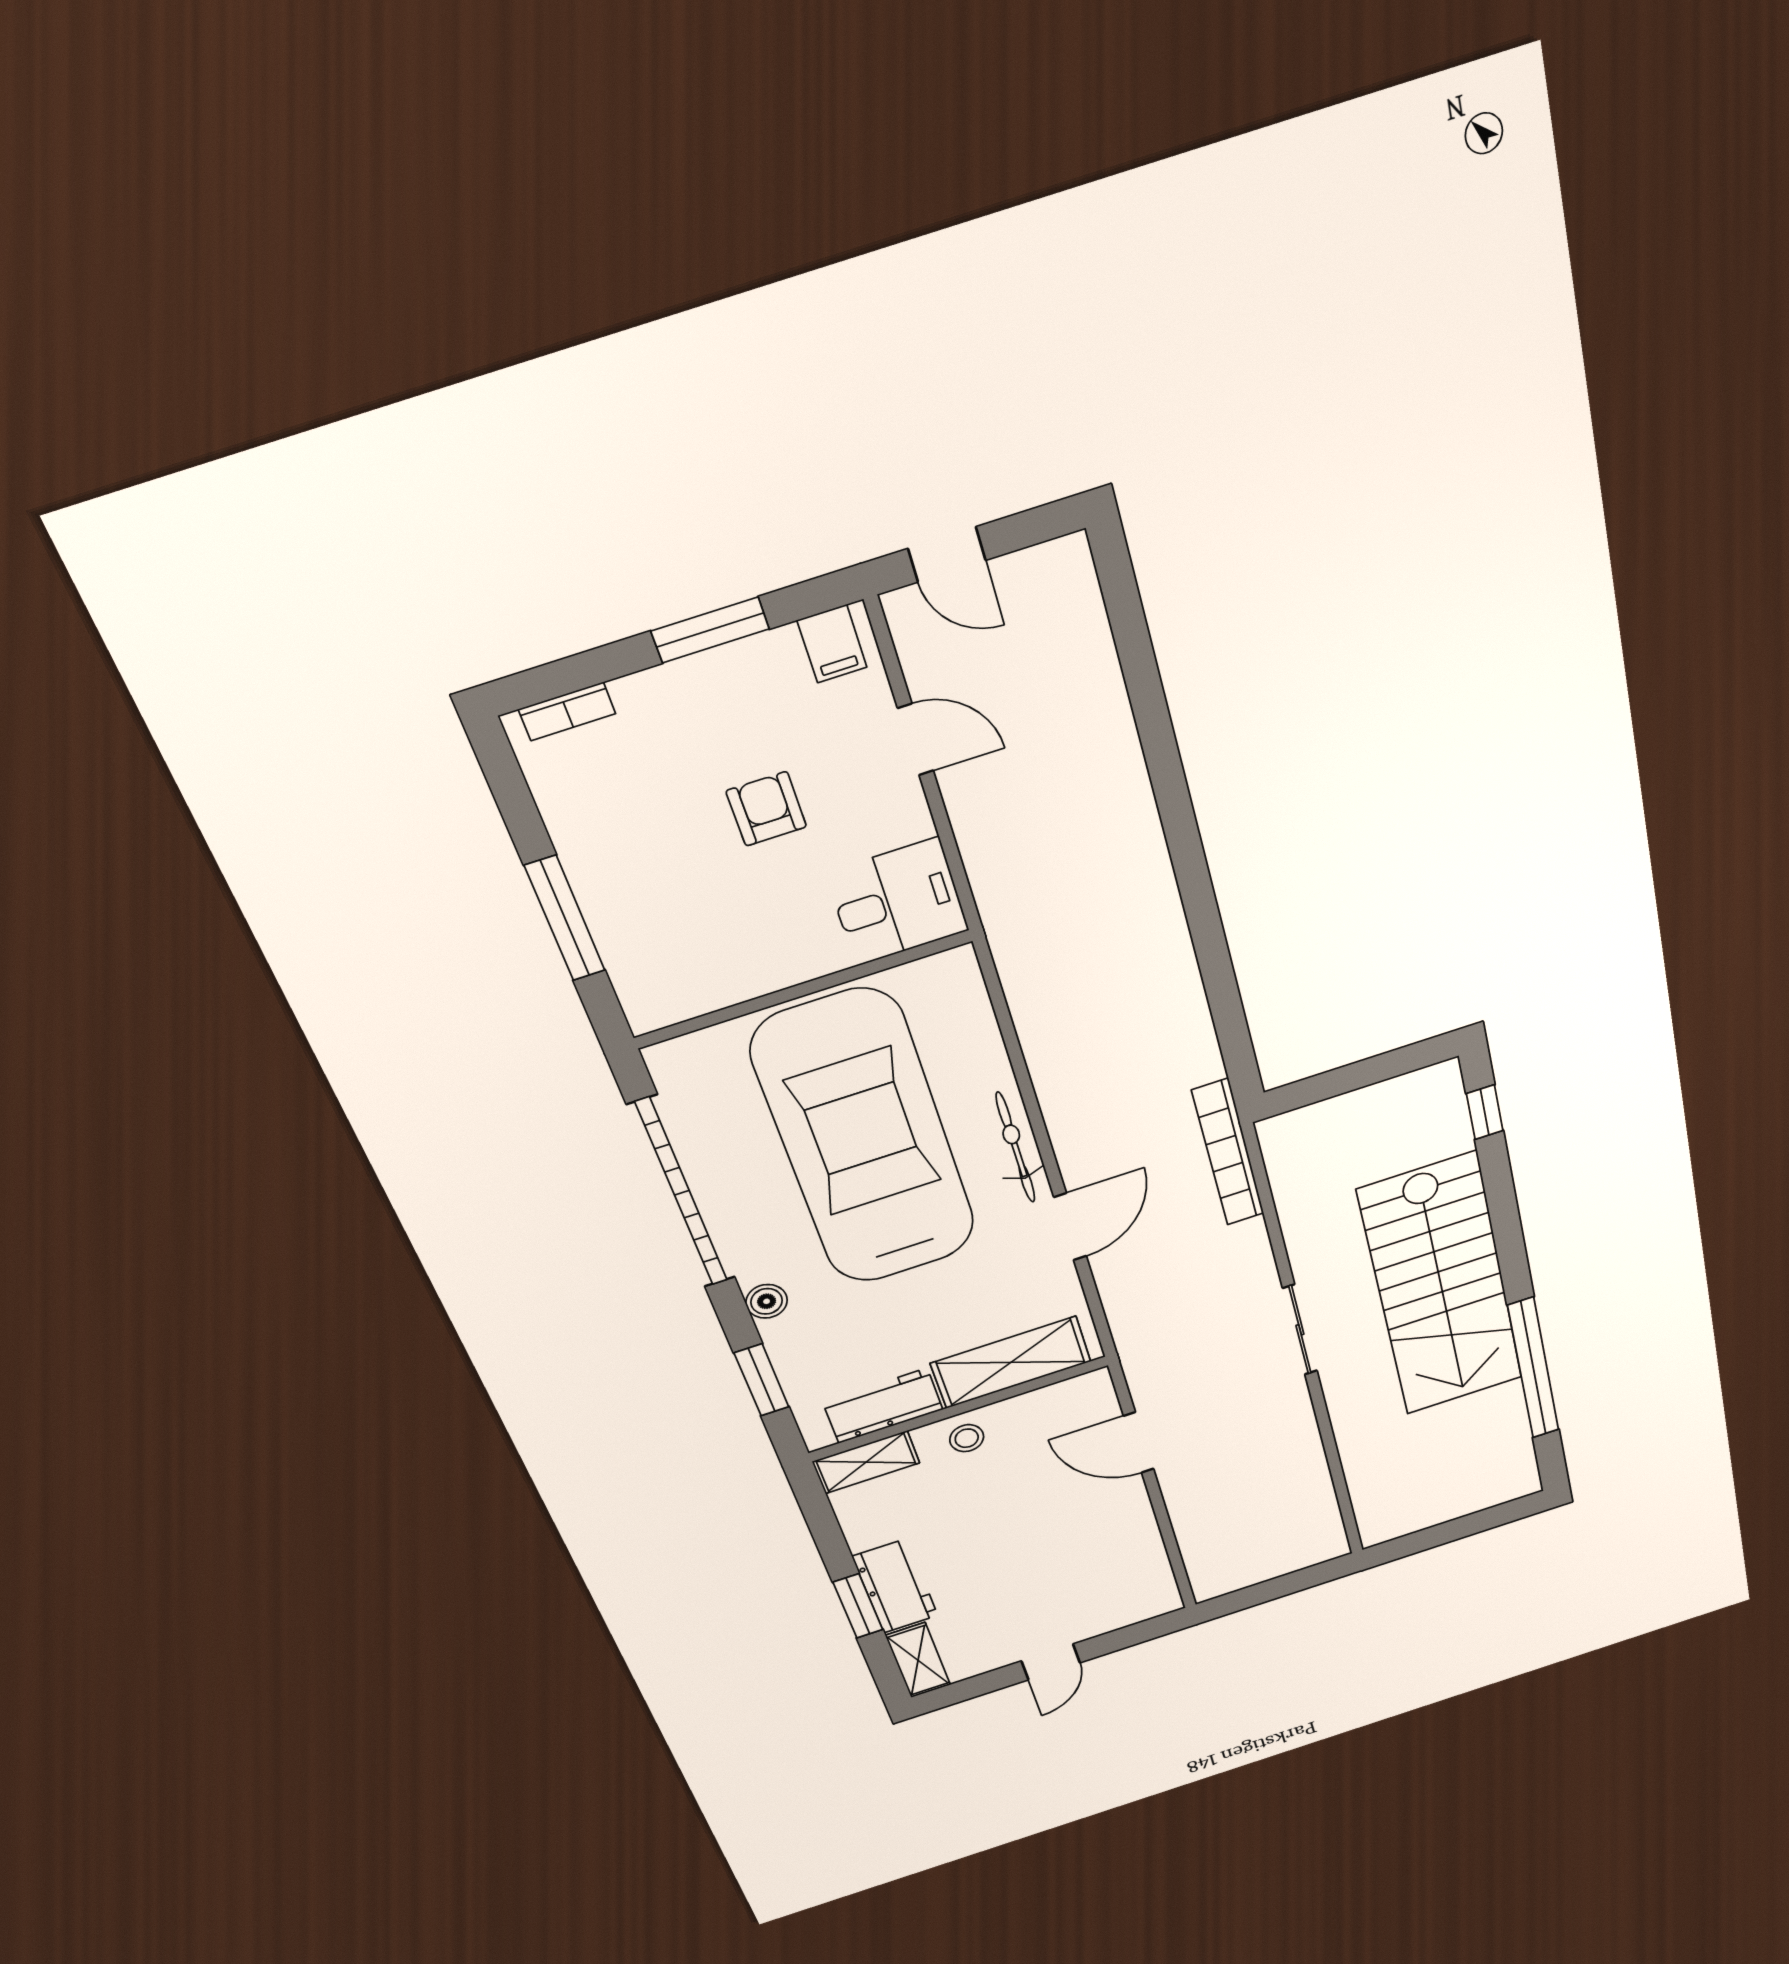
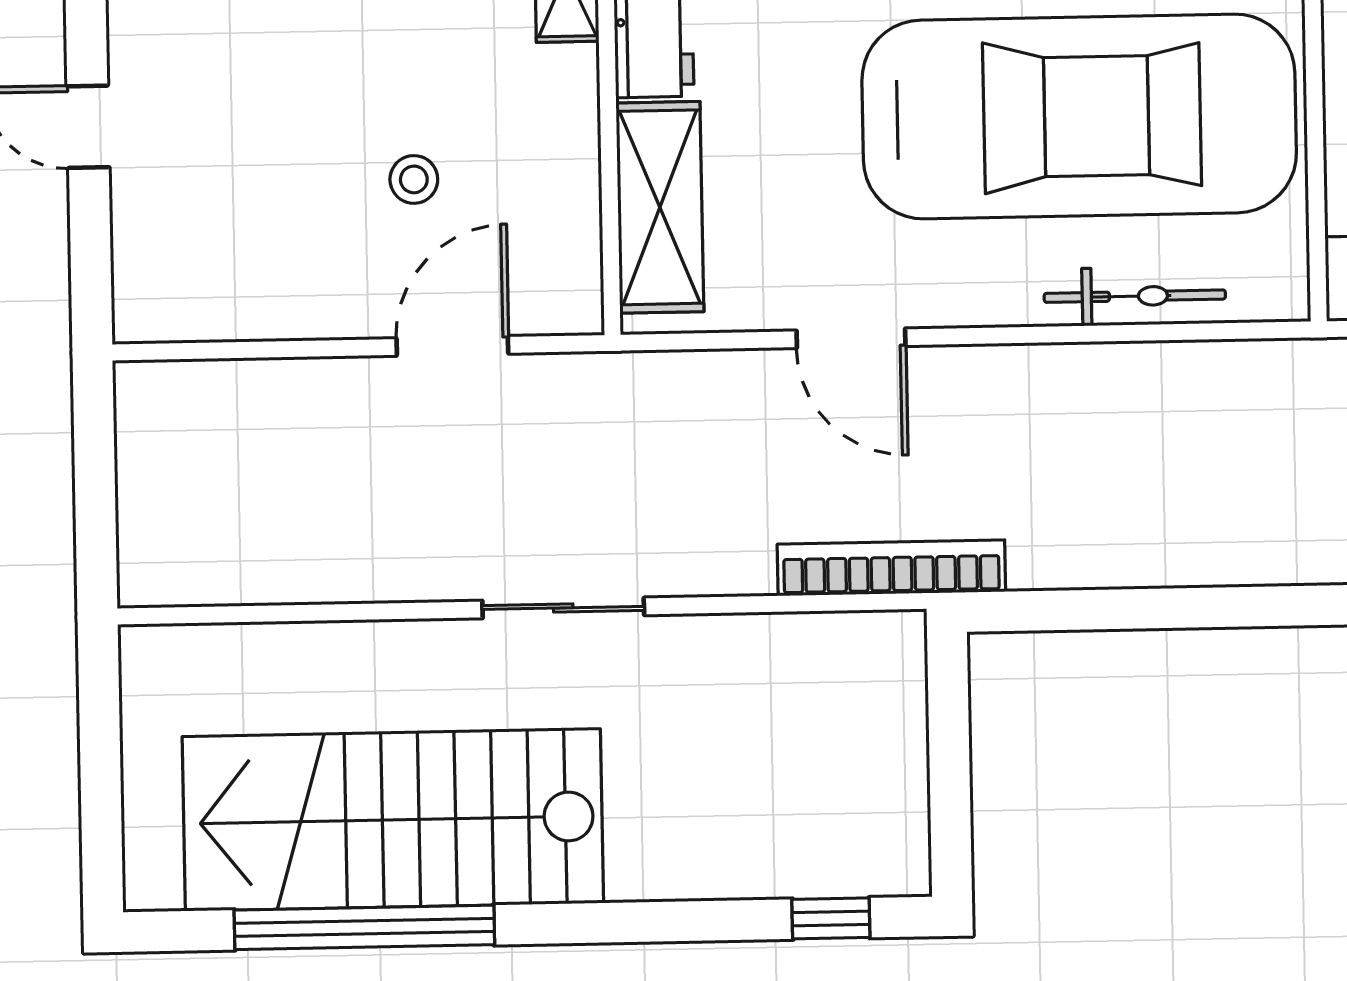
bicycle: (1016, 1148) -> (1135, 296), moved
stairs: (1441, 1286) -> (393, 820), moved
stool: (967, 1438) -> (414, 179), moved

